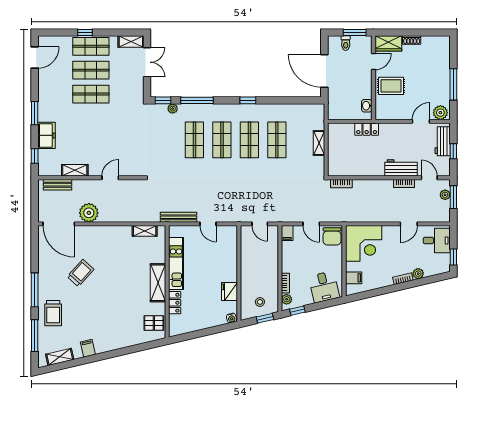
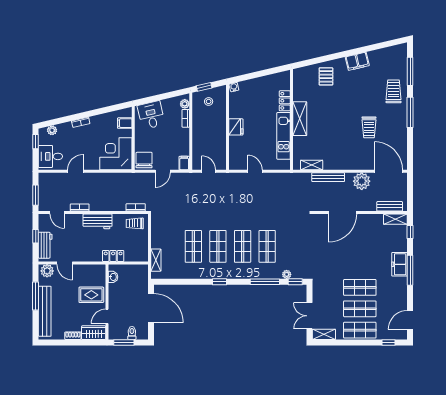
window: (85, 33) -> (389, 342), moved
bench: (443, 67) -> (45, 311), added
window: (35, 113) -> (410, 270), width x1.44
door: (421, 121) -> (65, 263), hinge flipped
freezer: (46, 135) -> (399, 264), moved
shelving: (319, 143) -> (156, 260), moved
trolley: (343, 166) -> (135, 223), added
workbench: (401, 168) -> (98, 221), moved
shelving: (75, 170) -> (395, 219), moved
door: (110, 178) -> (342, 213), width x1.88
plant: (445, 195) -> (43, 197), removed
bench: (178, 217) -> (328, 177), moved
door: (311, 224) -> (163, 171), swing flipped
trolley: (81, 273) -> (369, 127), turned -42
plant: (418, 274) -> (52, 130), moved
fridge: (229, 292) -> (236, 127), moved
window: (297, 311) -> (175, 94), removed
pallet: (154, 323) -> (326, 76), moved, turned 90
filing cabinet: (88, 348) -> (357, 61), width x2.00
shelving: (60, 357) -> (388, 52), removed

